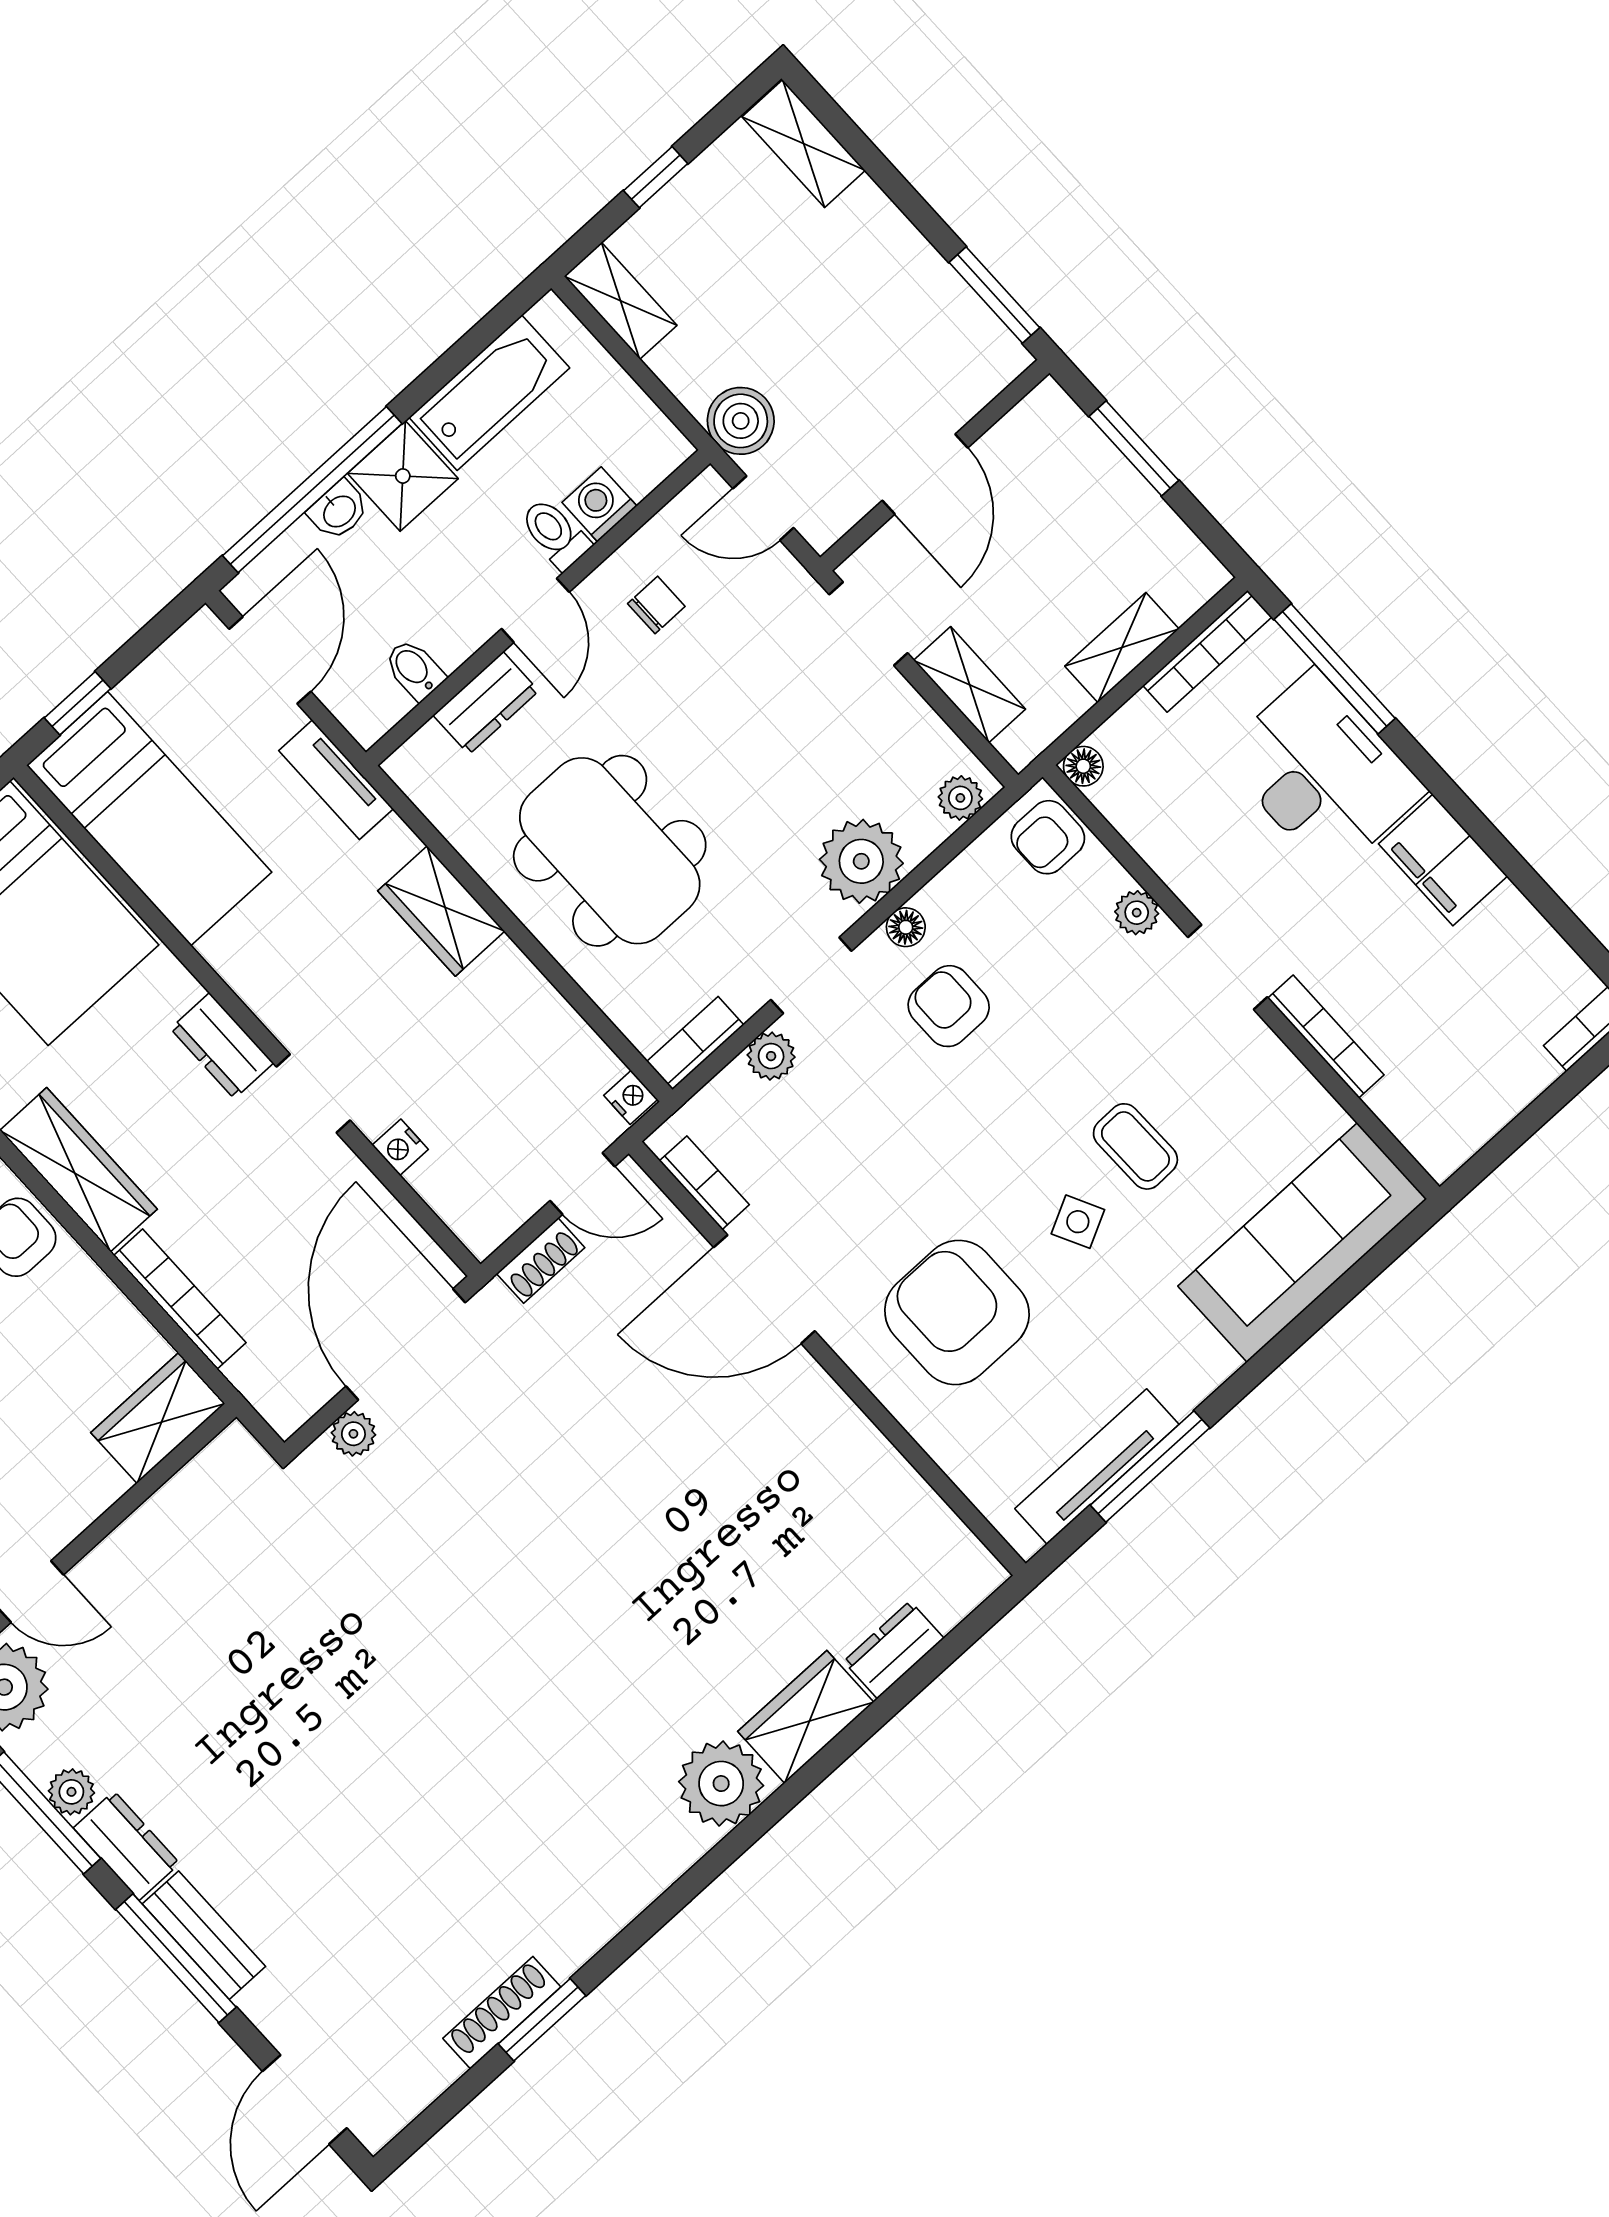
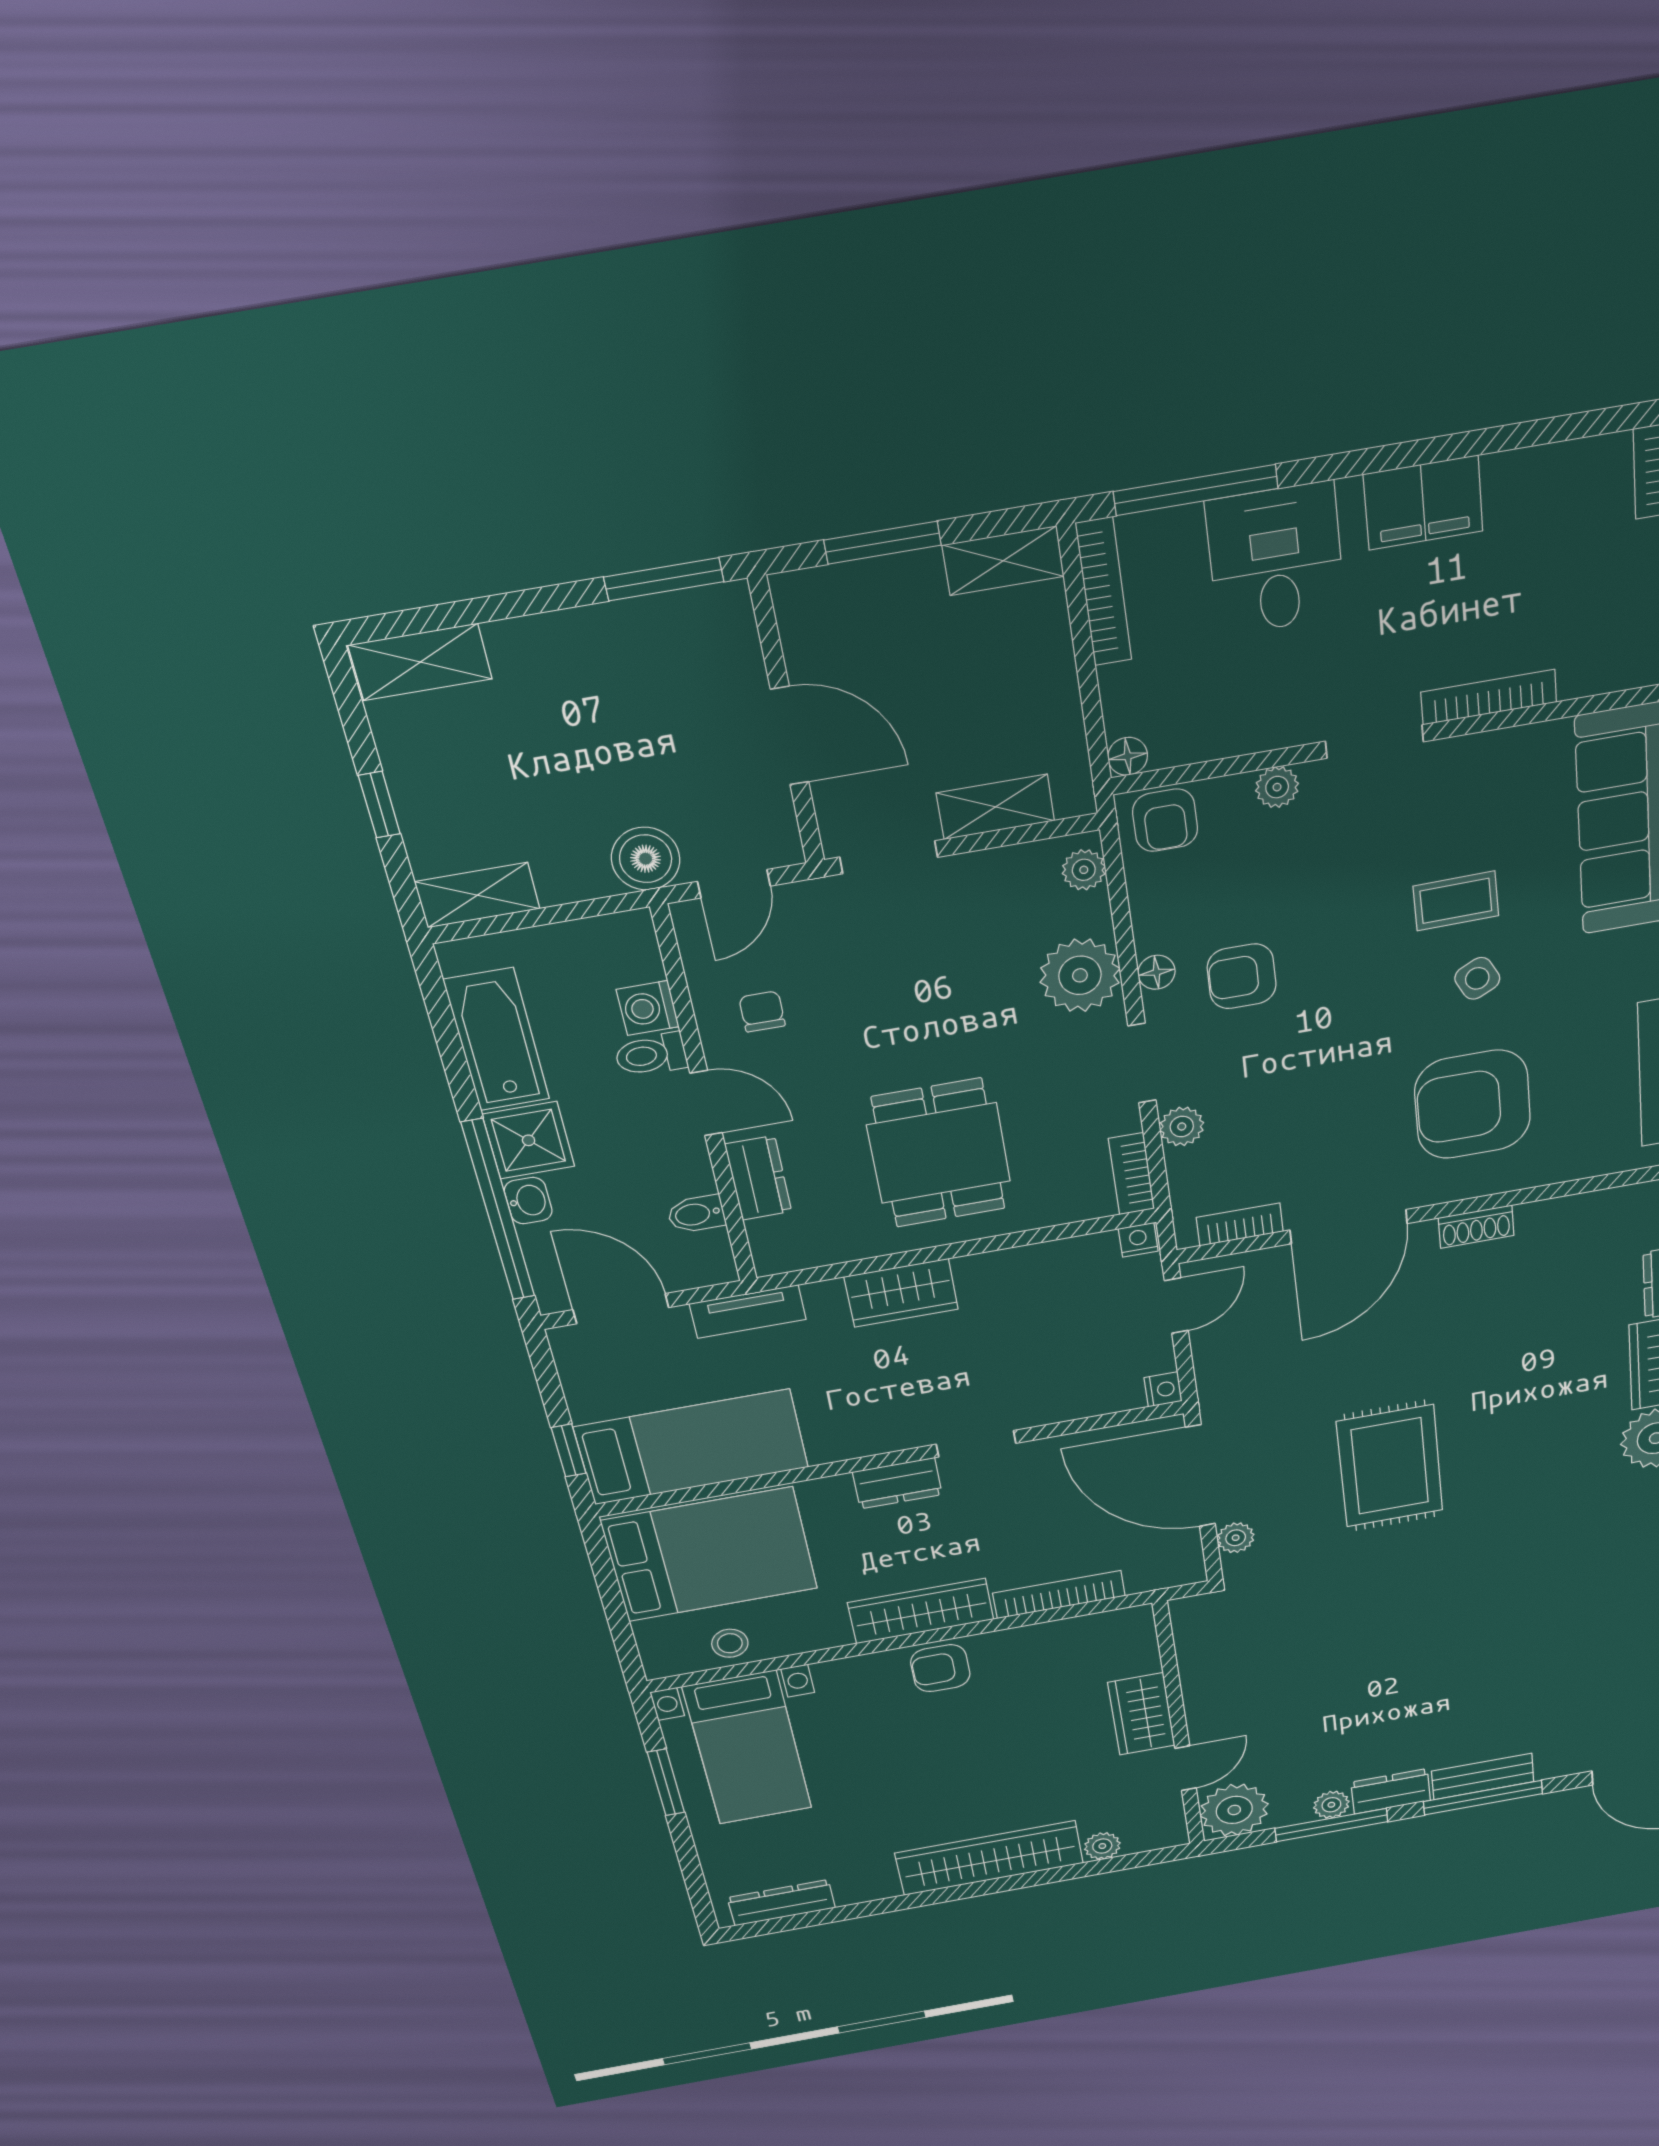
shelving: (1122, 647) -> (1003, 561), moved, turned 90
desk: (1322, 773) -> (1276, 559), width x0.73
dining table: (610, 851) -> (939, 1153), width x0.73
nightstand: (400, 1147) -> (1163, 1389), moved, turned -90
shoe rack: (541, 1261) -> (1476, 1227), moved, turned 90
wardrobe: (158, 1418) -> (1141, 1714), moved
rug: (529, 1531) -> (1390, 1466), added

